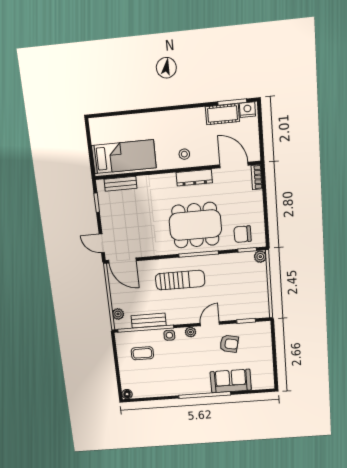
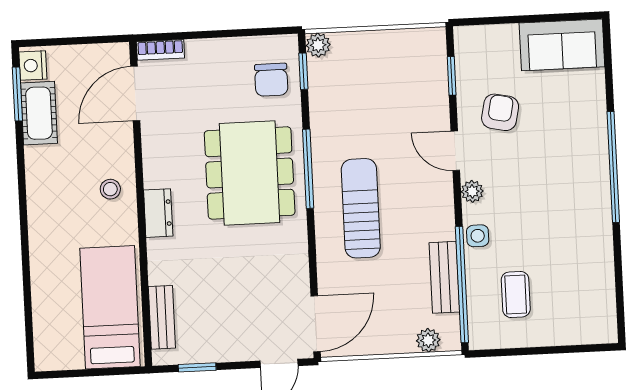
dresser: (194, 178) -> (158, 213), moved, width x0.70
sofa: (231, 381) -> (562, 45), moved, turned -90
floor lamp: (127, 394) -> (607, 333), removed

